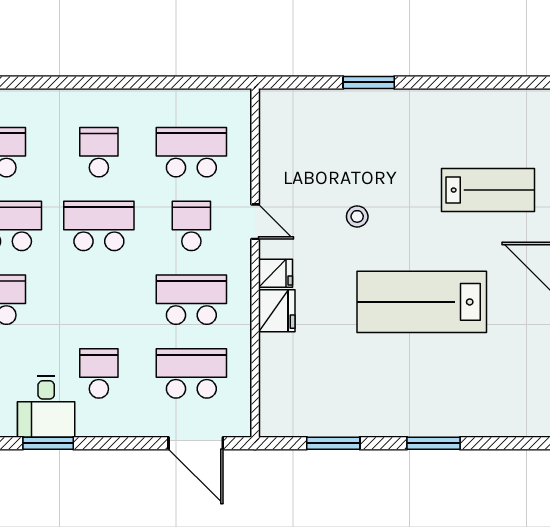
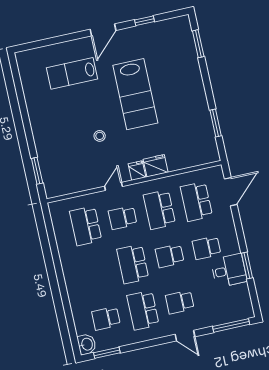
window: (369, 82) -> (37, 171), moved
school desk: (99, 152) -> (170, 256), moved
lab bench: (488, 190) -> (72, 73), turned -90
window: (434, 443) -> (198, 44), moved

